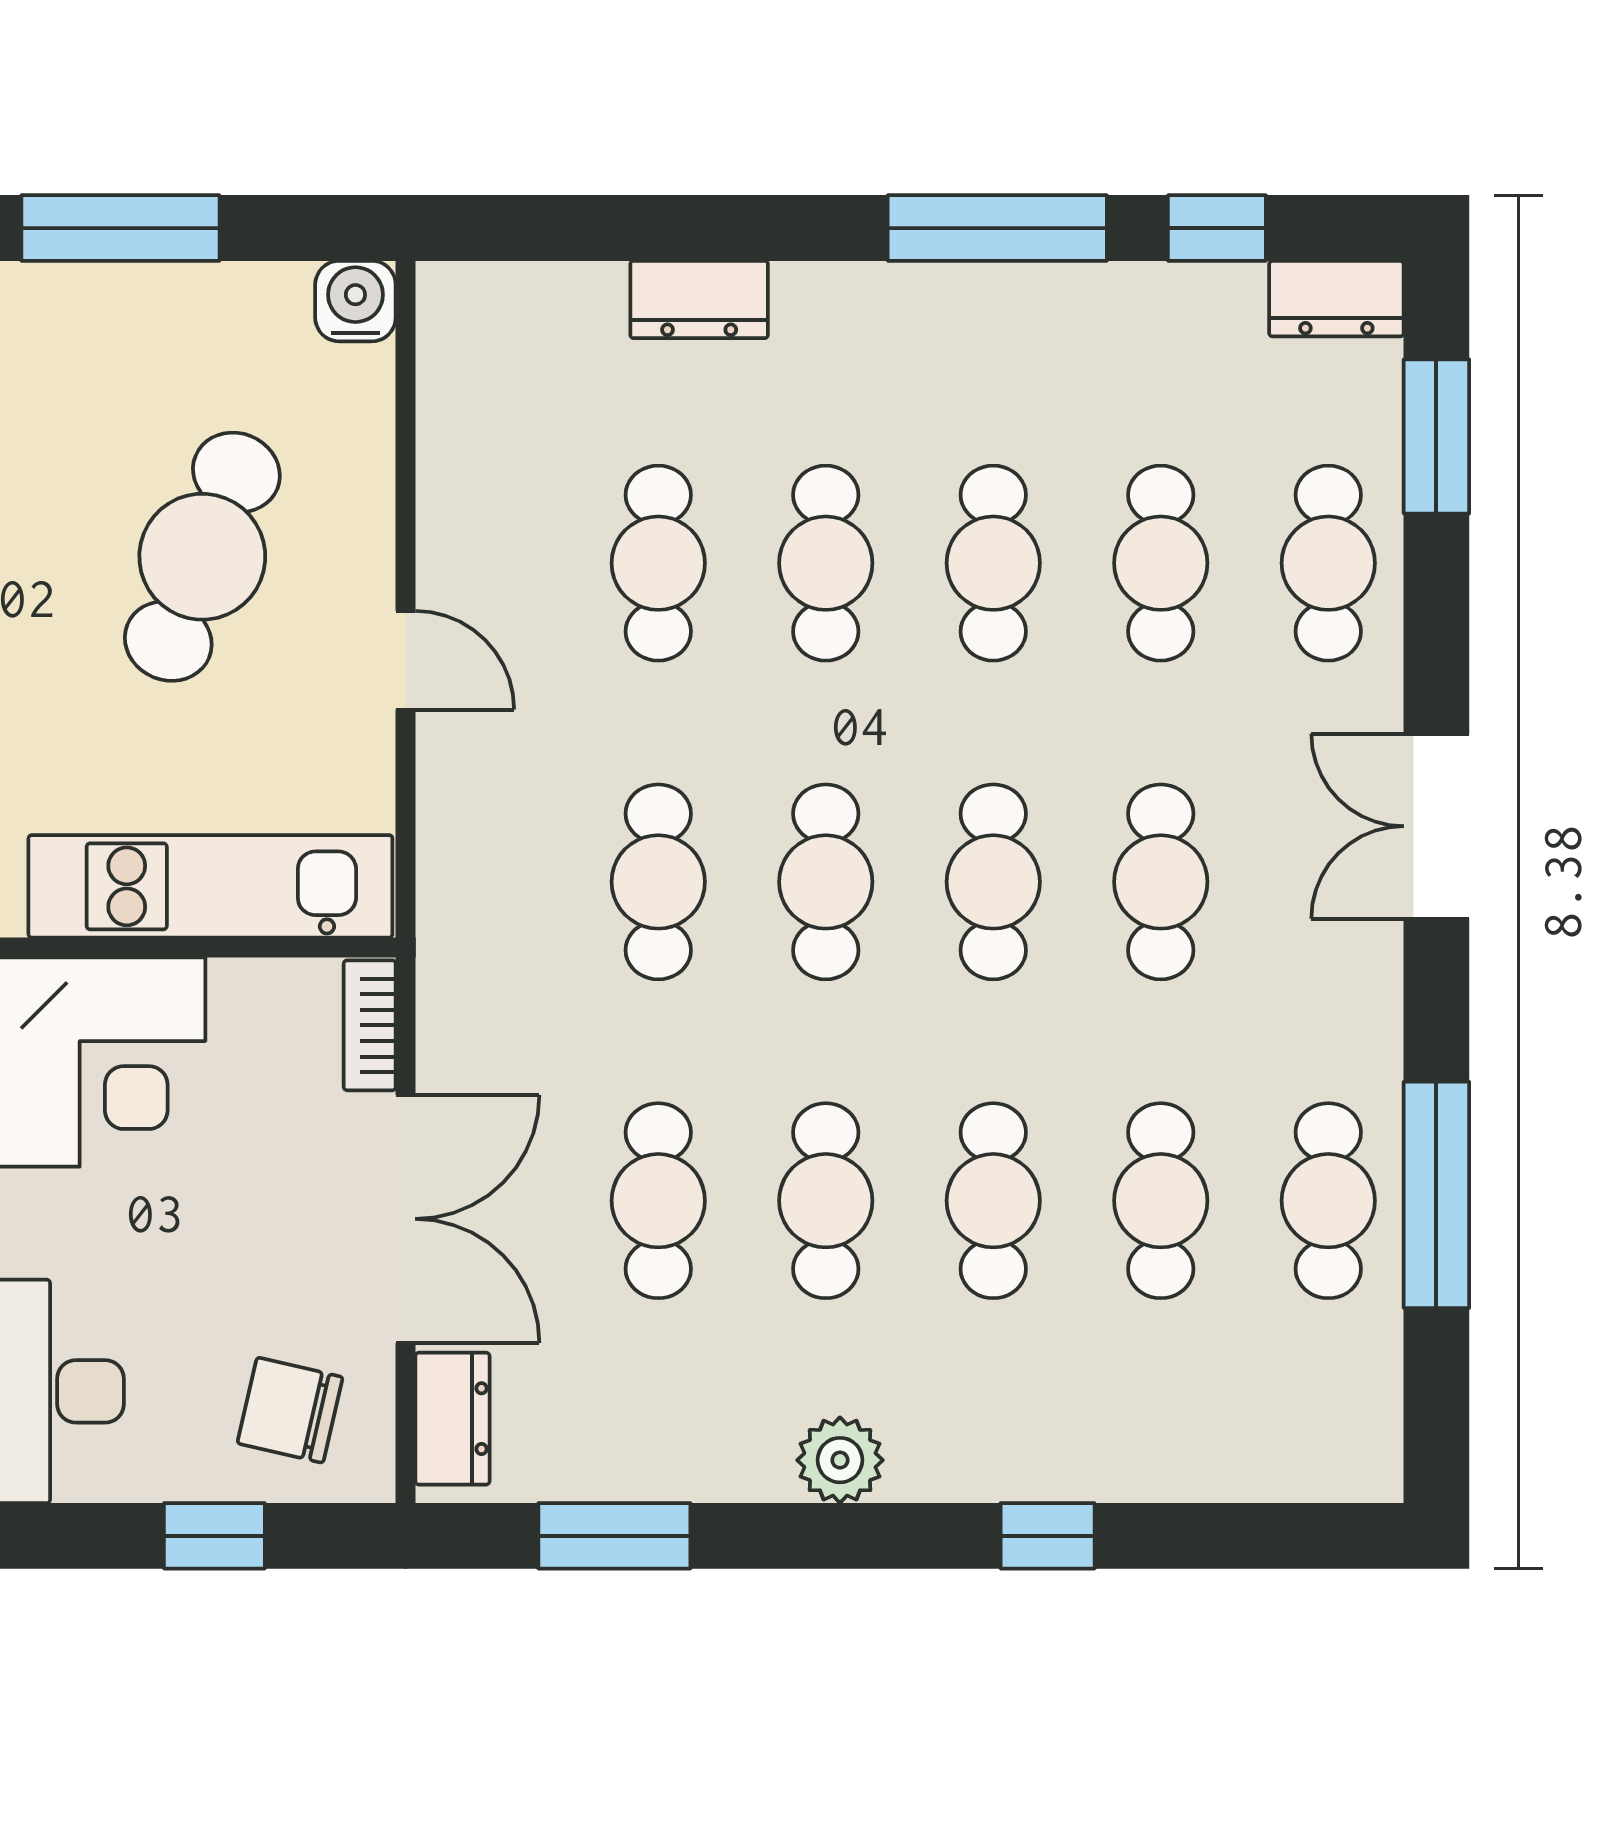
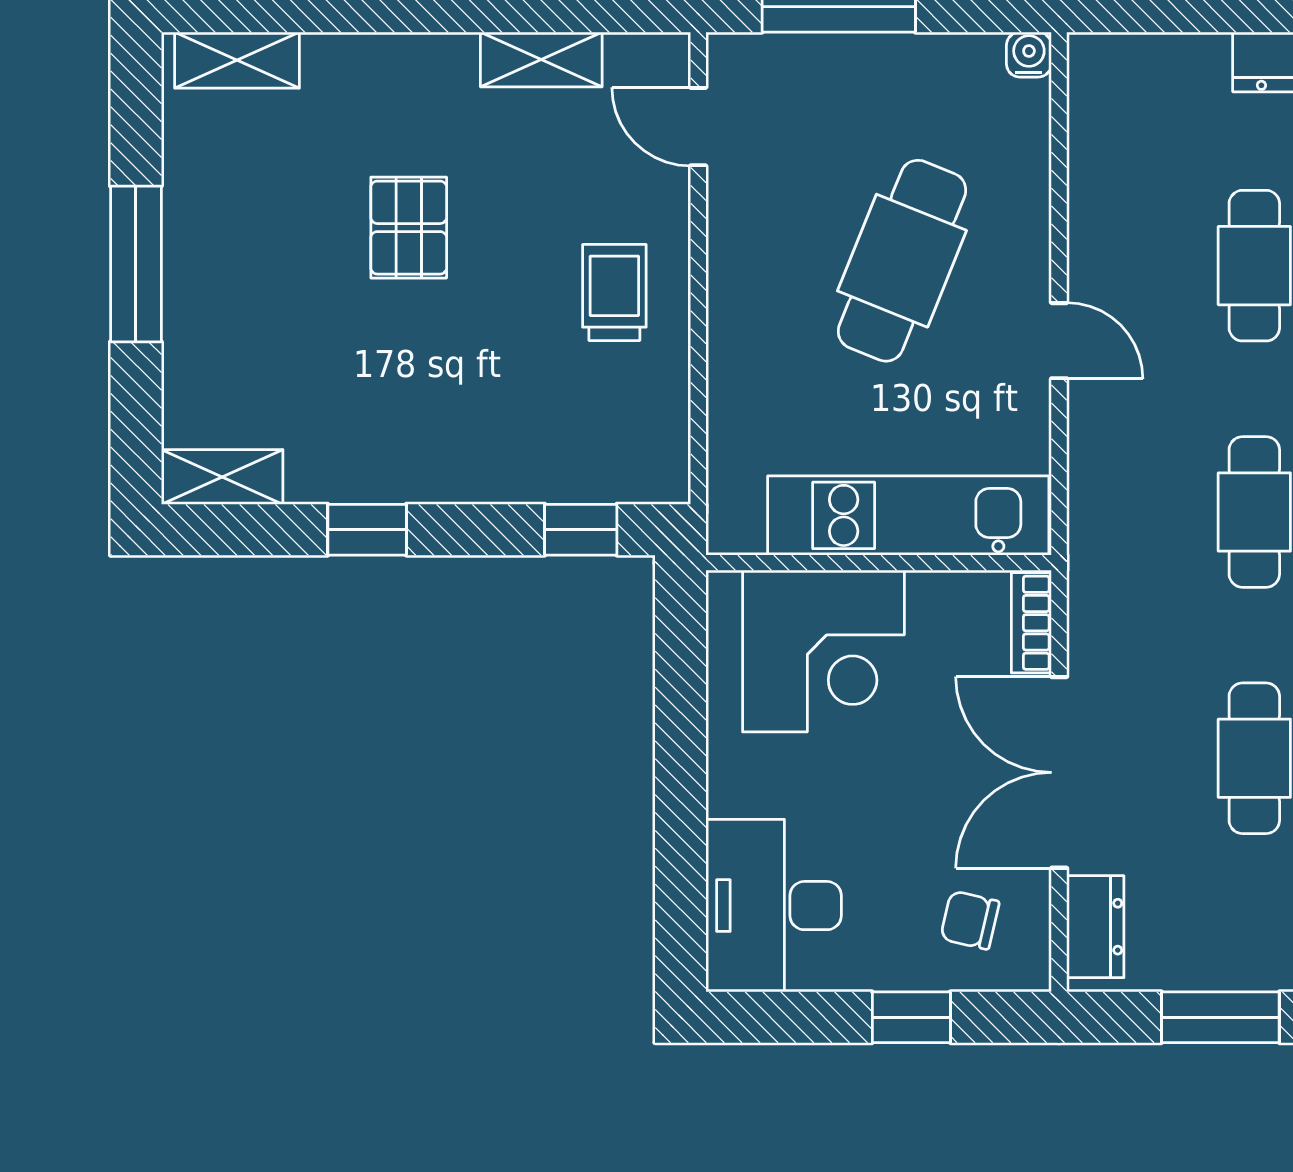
water cooler: (355, 301) -> (1029, 55), width x0.72, depth x0.72
double door: (406, 1219) -> (1059, 772), swing flipped
chair: (290, 1410) -> (970, 920), width x0.73, depth x0.73

